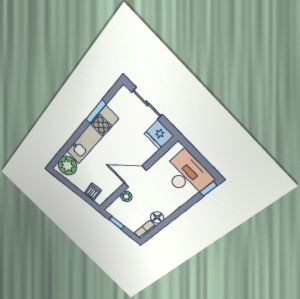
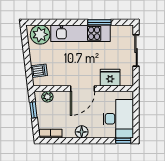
fridge: (159, 135) -> (110, 78), moved, turned 90
door: (135, 177) -> (83, 89), swing flipped
plant: (126, 196) -> (47, 97), moved
floor lamp: (157, 217) -> (82, 132), moved

